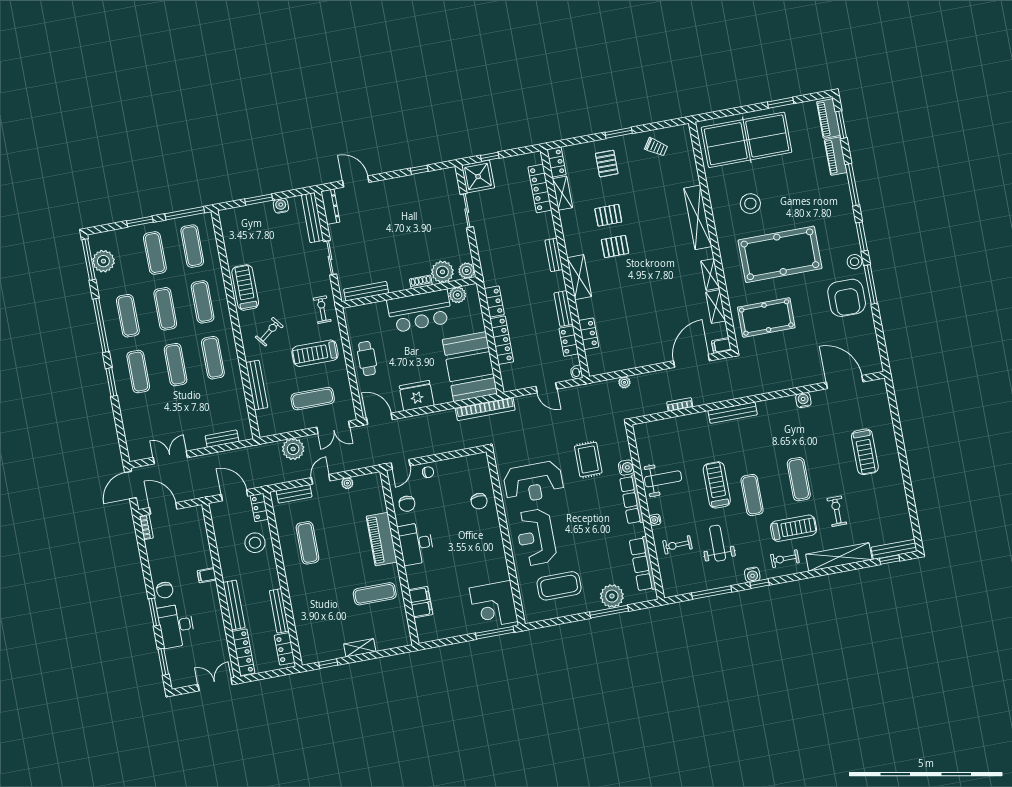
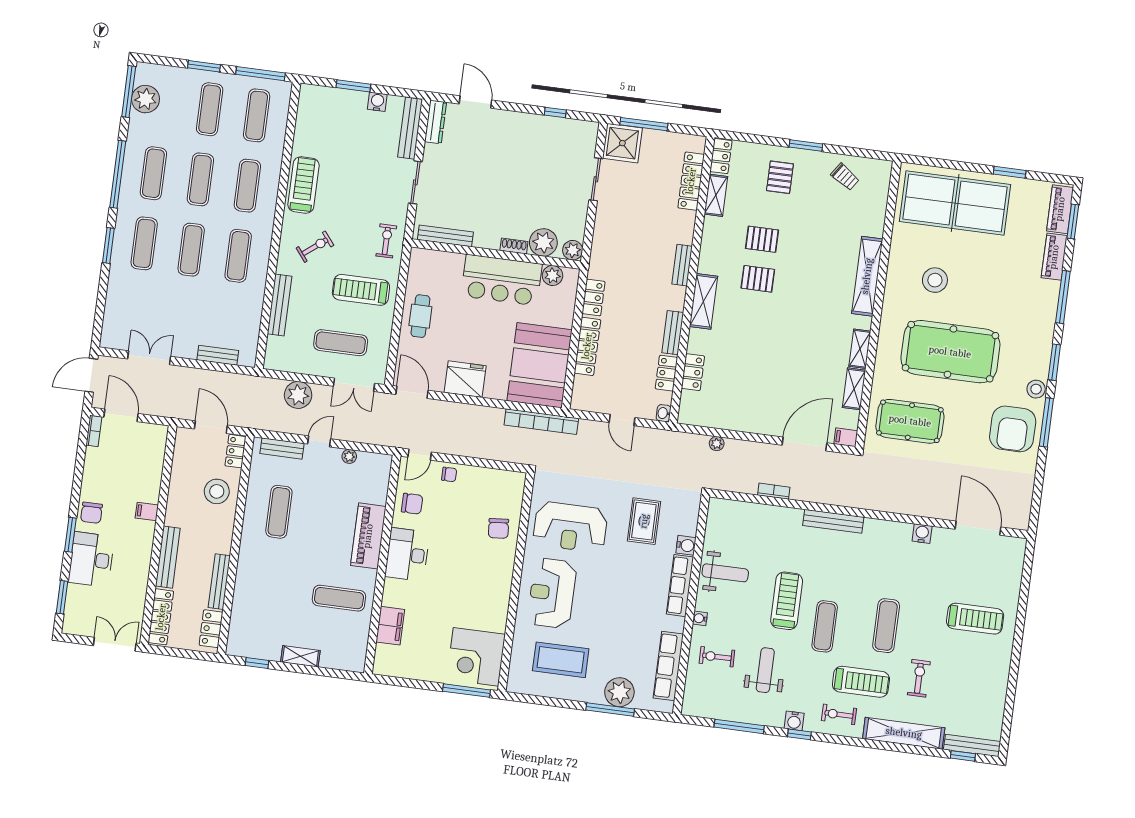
window: (490, 157) -> (644, 124), width x2.17
treadmill: (865, 452) -> (975, 619), turned -90
chair: (407, 504) -> (412, 504), turned -90

